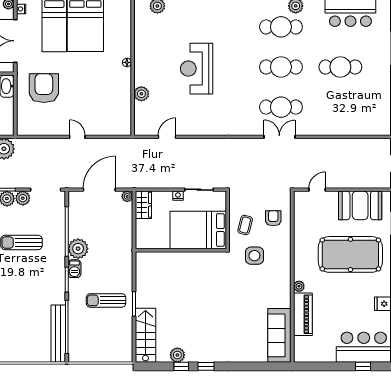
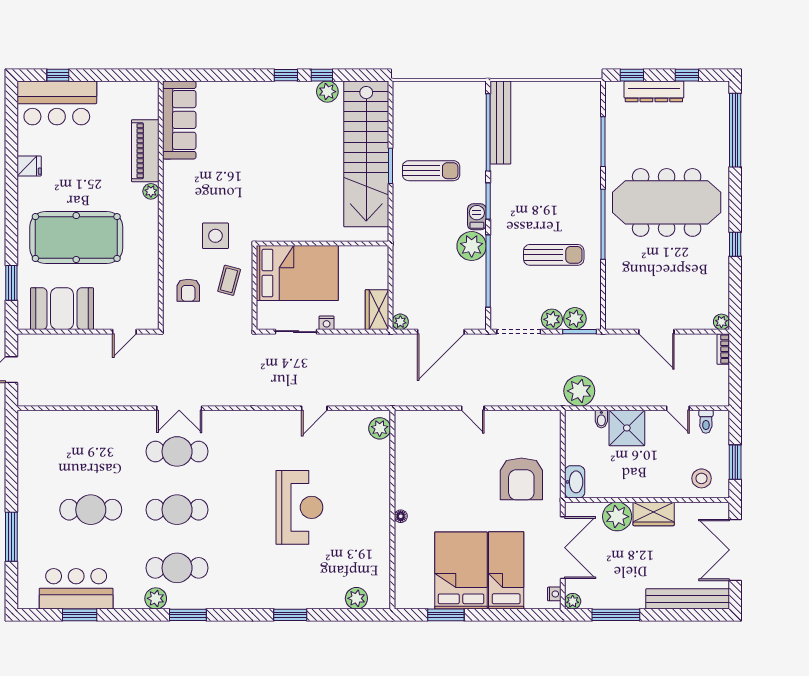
plant: (141, 94) -> (380, 428), moved
door: (167, 137) -> (314, 408), moved
stairs: (145, 335) -> (366, 154), width x1.86, depth x1.51

